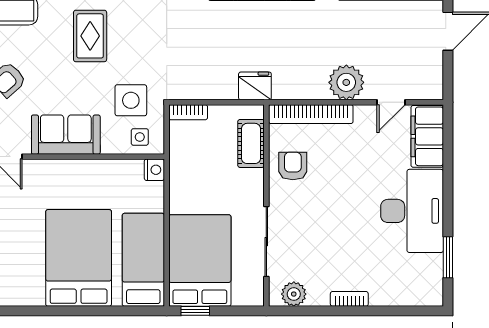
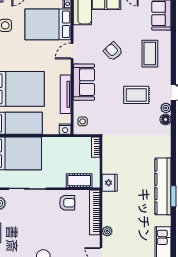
plant: (346, 82) -> (107, 231), width x0.53, depth x0.53
side table: (131, 100) -> (102, 117), removed
tv unit: (89, 169) -> (66, 94), added

